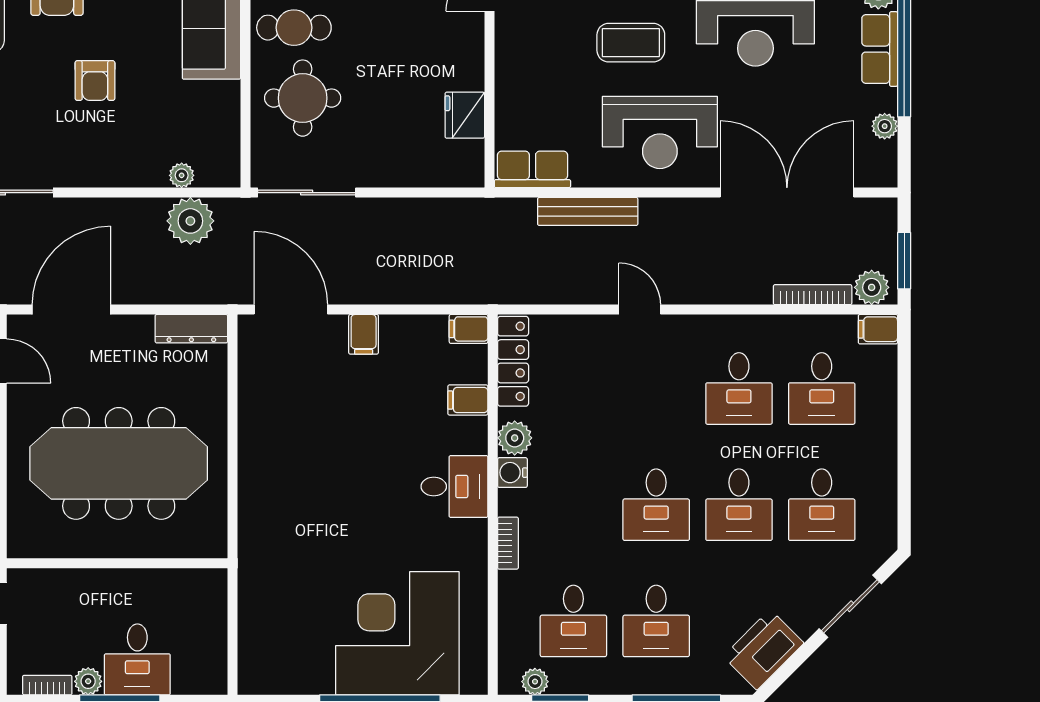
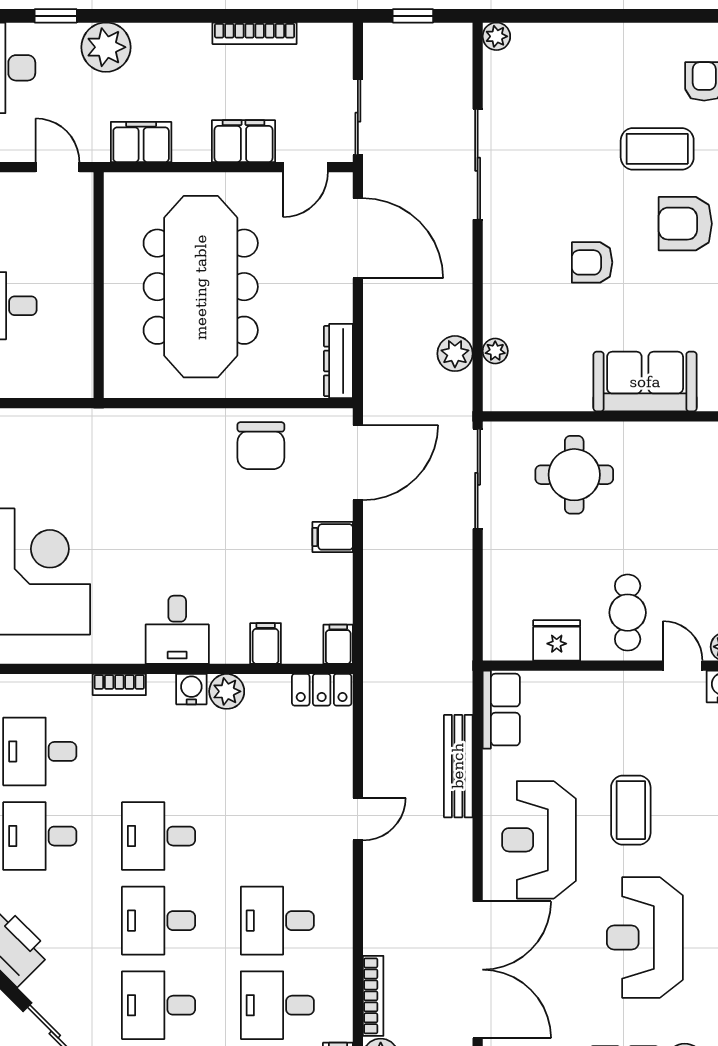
cafe table: (294, 28) -> (628, 613), moved
plant: (190, 221) -> (455, 354), width x0.73, depth x0.73
locker: (513, 361) -> (322, 690), width x0.66
chair: (274, 405) -> (261, 446), added

